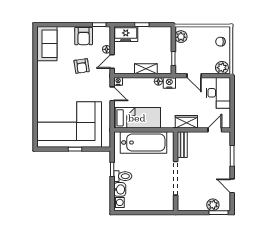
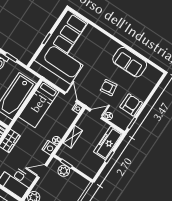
freezer: (126, 34) -> (108, 143), width x1.40
armchair: (84, 36) -> (131, 105), turned 90
plant: (181, 37) -> (64, 171), moved
sofa: (47, 44) -> (130, 62), moved
door: (112, 62) -> (96, 114), hinge flipped
door: (112, 94) -> (71, 97), swing flipped

